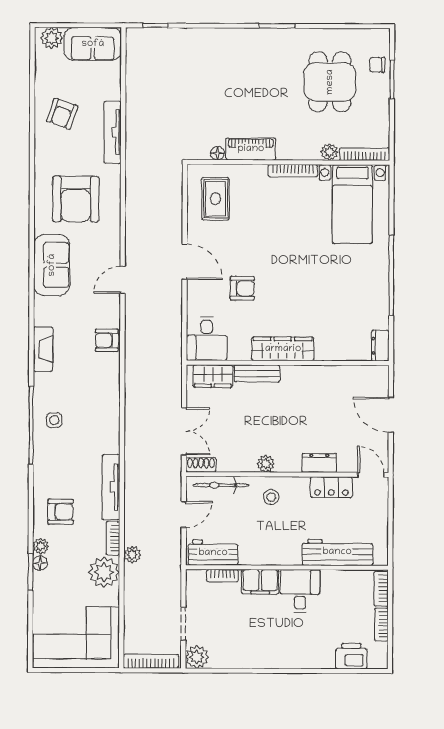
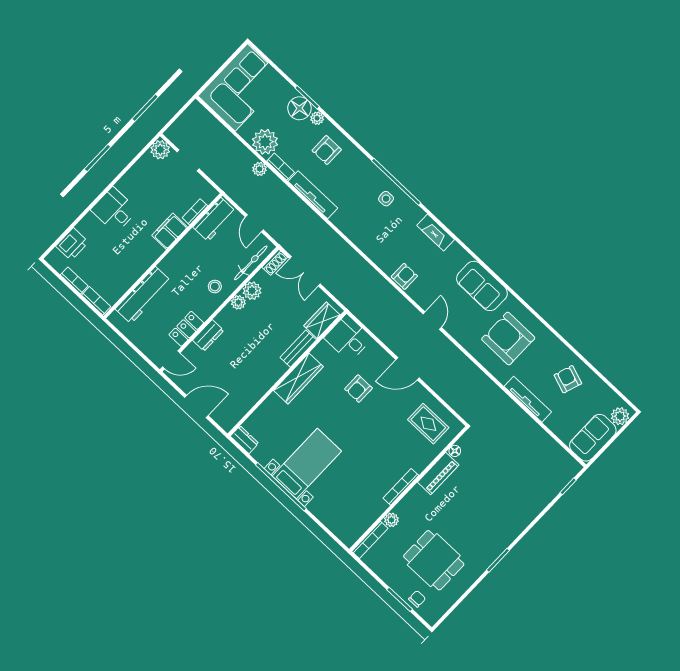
bed with nightstands: (352, 204) -> (307, 464), moved, turned 90
plant: (244, 461) -> (252, 291), added
floor lamp: (40, 563) -> (299, 108), width x1.89, depth x1.89
desk: (300, 591) -> (114, 210), moved, turned 180
bookcase: (151, 661) -> (184, 119), removed

